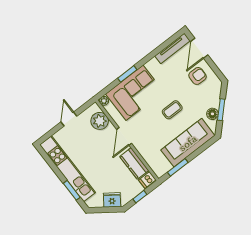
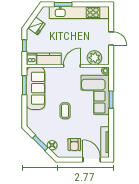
floor lamp: (212, 114) -> (52, 145), moved
door: (124, 136) -> (72, 66), hinge flipped
sofa: (188, 143) -> (36, 88), moved

